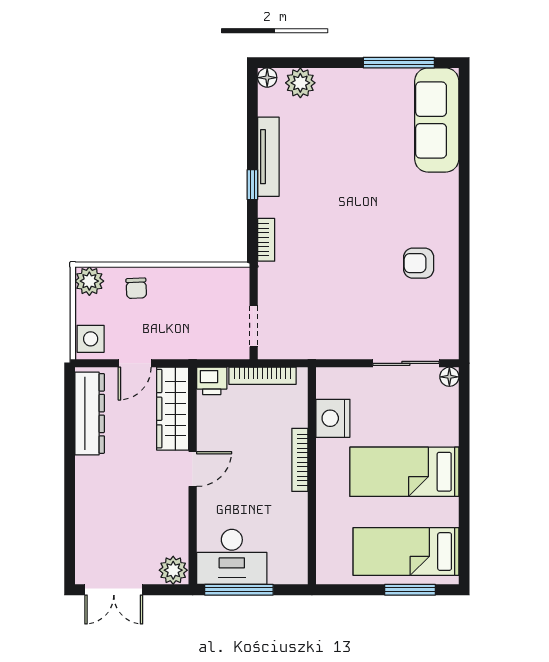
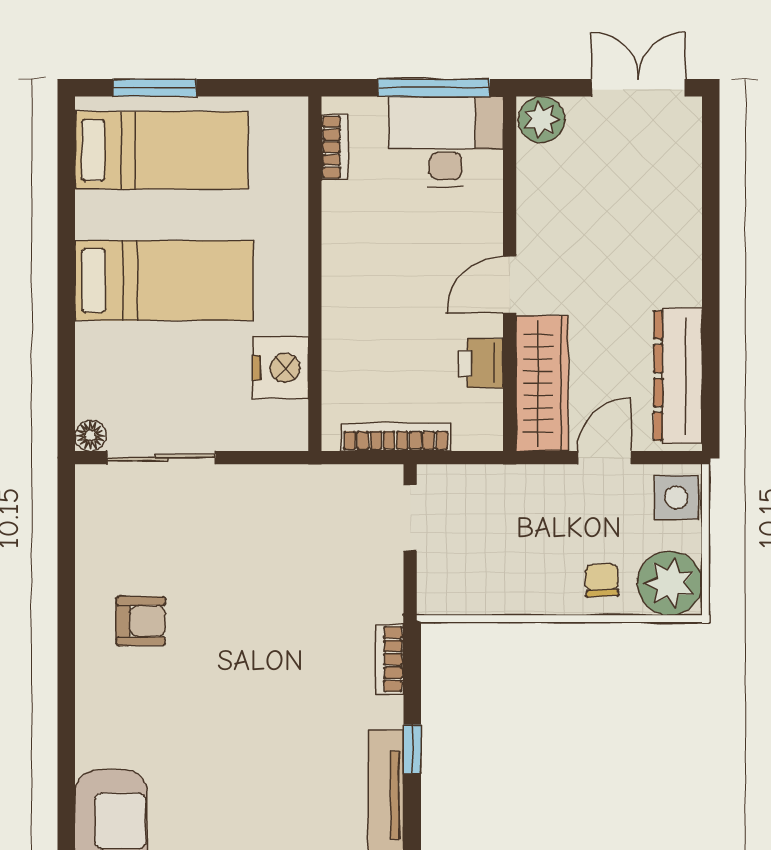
plant: (89, 281) -> (670, 583), width x1.36, depth x1.36
printer: (212, 381) -> (481, 363), moved, turned -90
bookcase: (300, 460) -> (335, 147), moved, width x0.64

